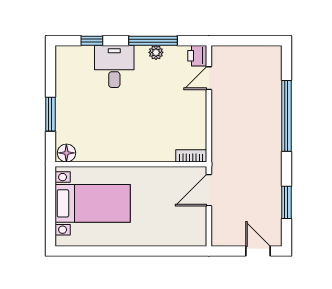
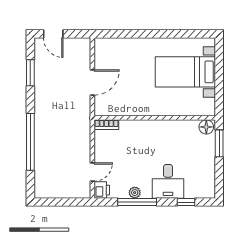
floor lamp: (66, 153) -> (206, 127), moved
bookcase: (191, 156) -> (106, 125), moved
wall: (131, 164) -> (155, 118), moved

